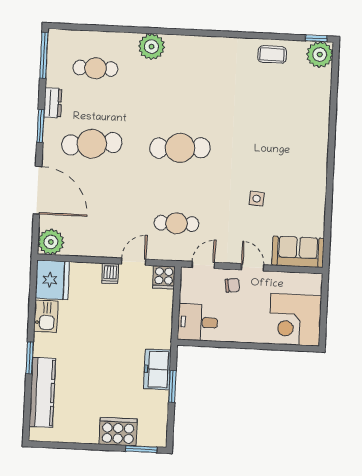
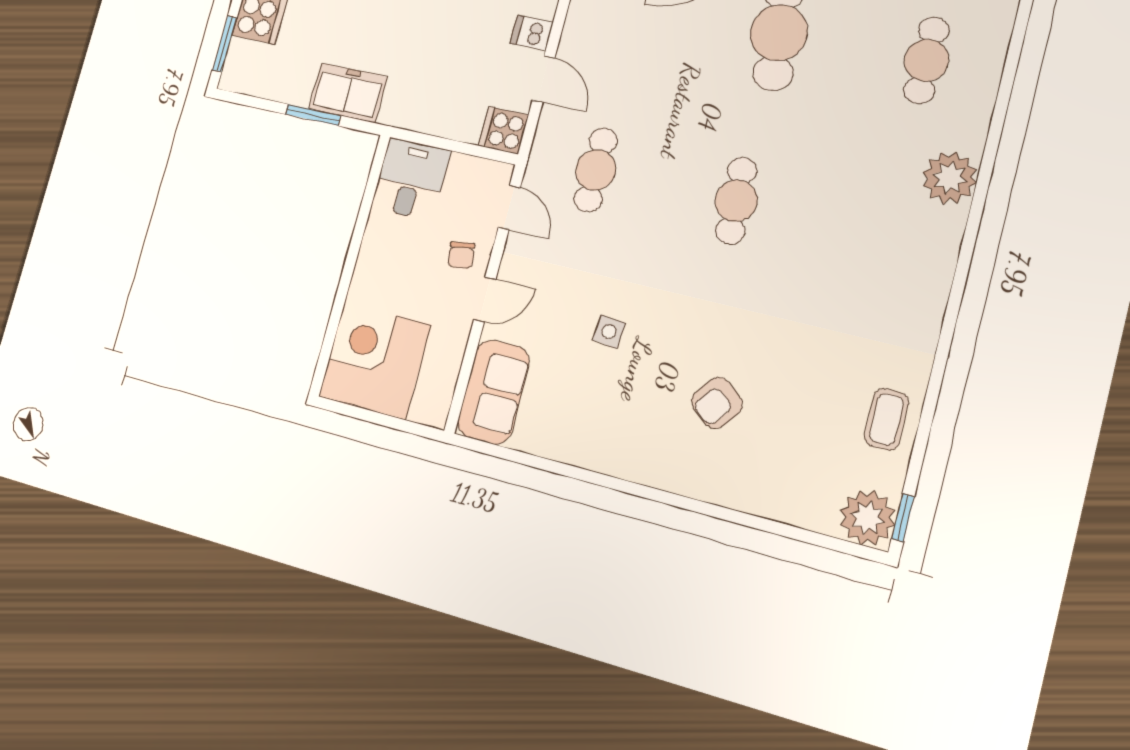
armchair: (281, 137) -> (717, 403), added
cafe table: (180, 148) -> (736, 201), width x0.73, depth x0.74

